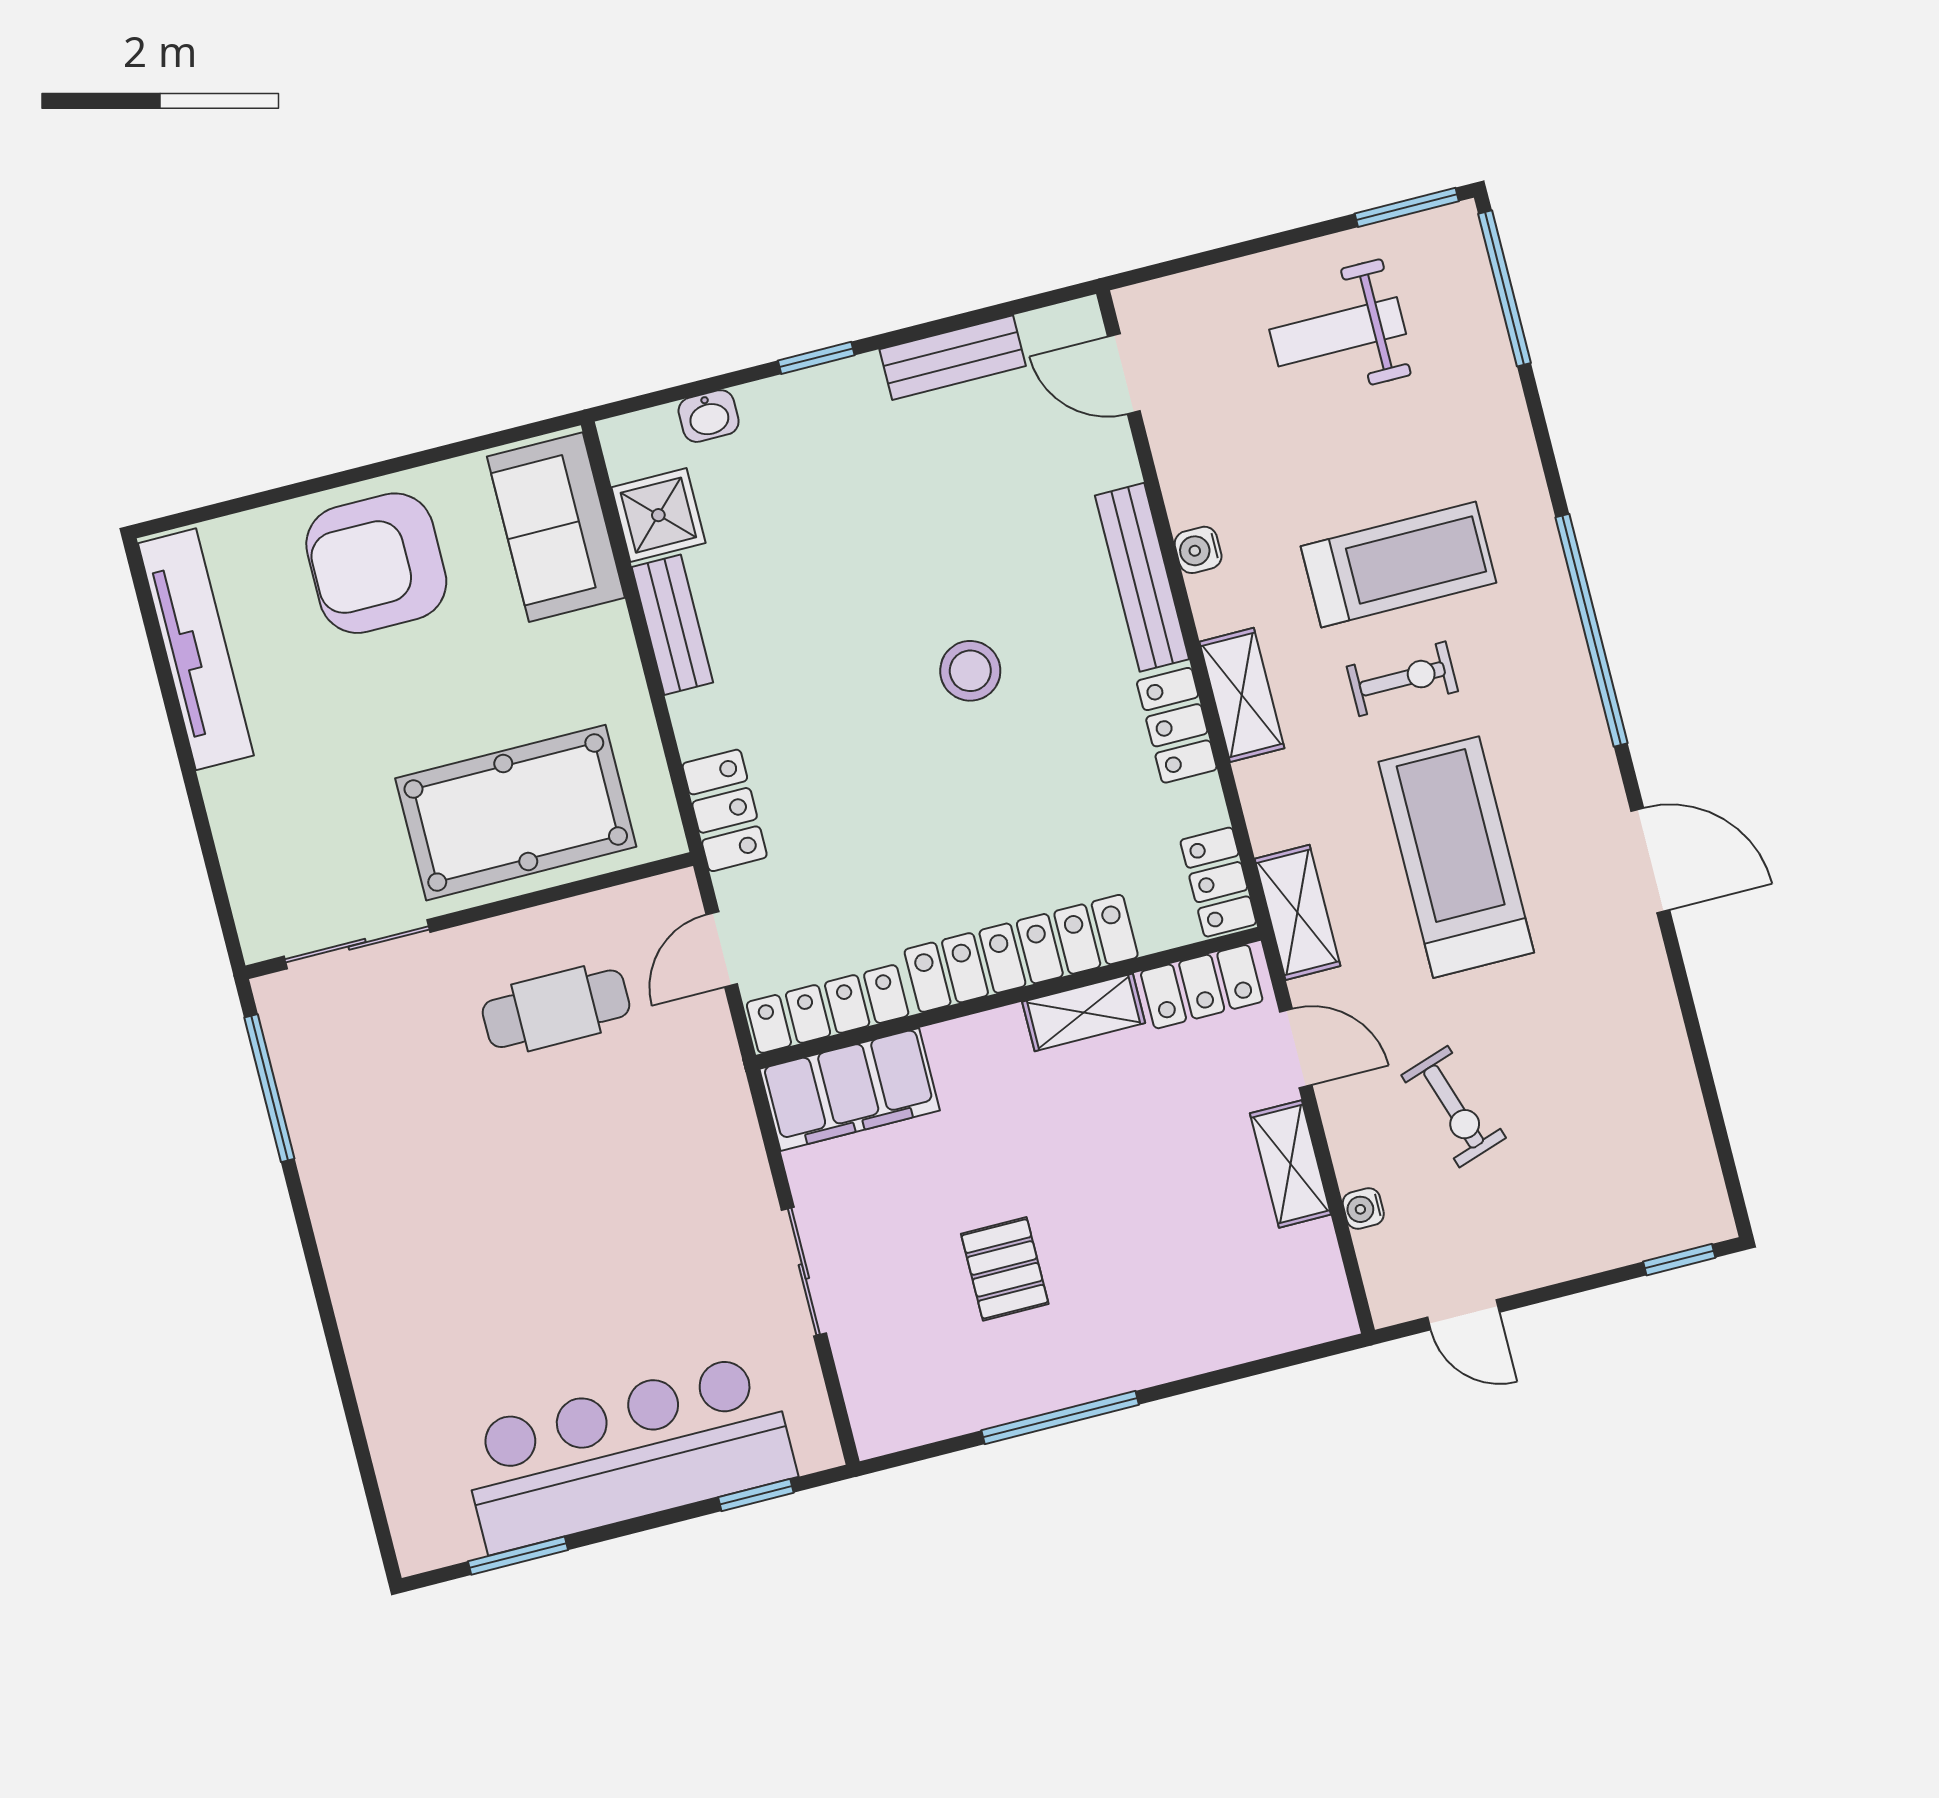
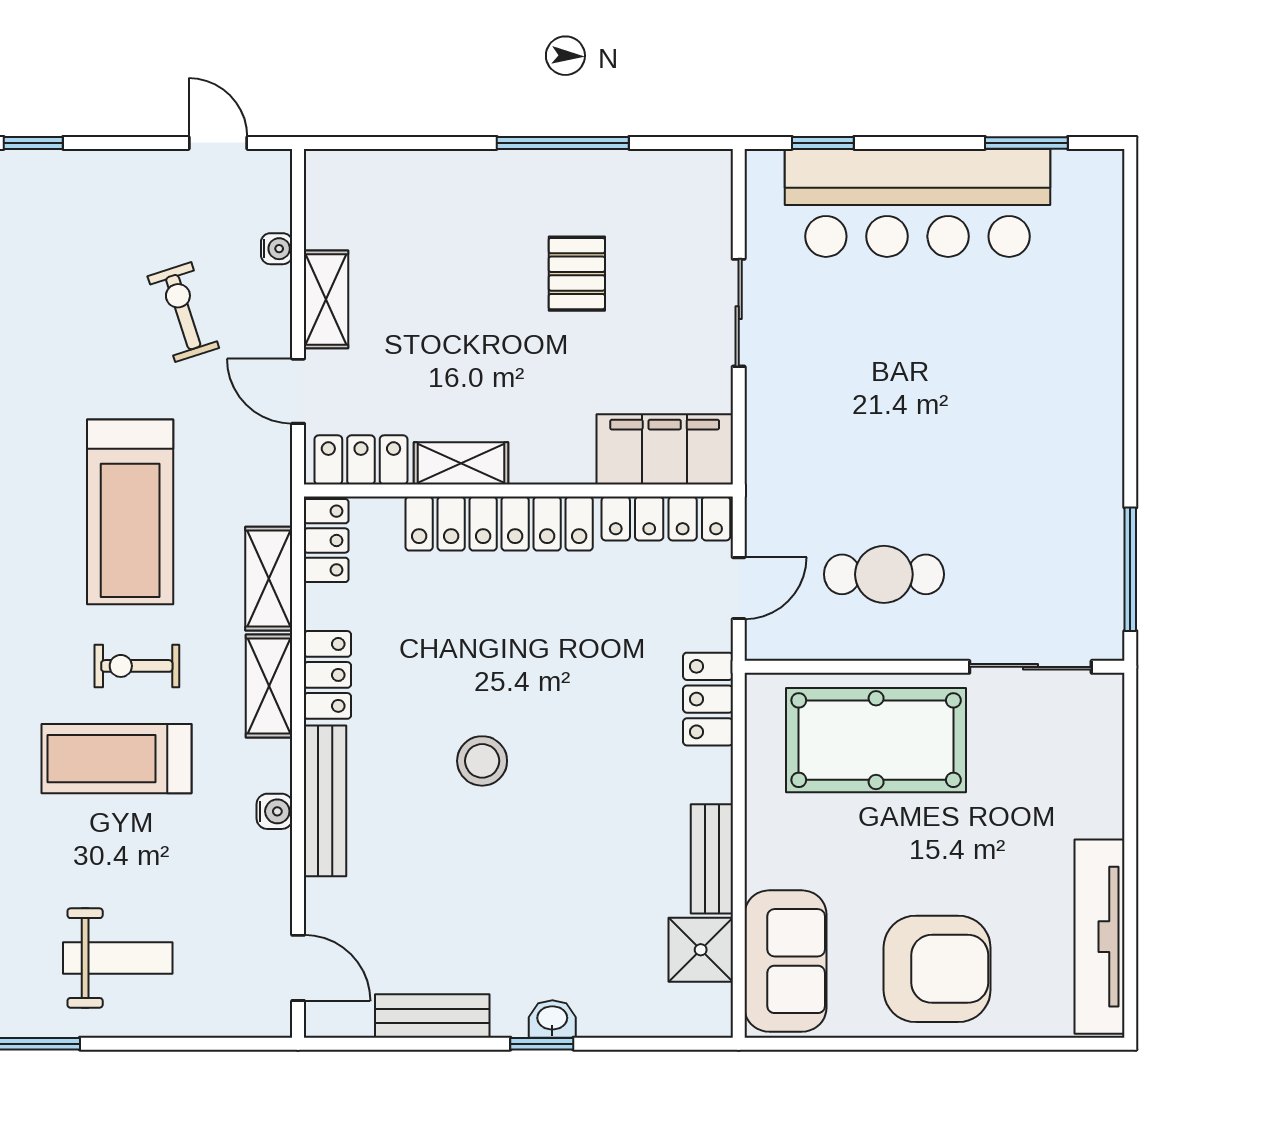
washbasin: (709, 416) -> (552, 1019), moved
shelving: (1297, 912) -> (269, 579), moved

